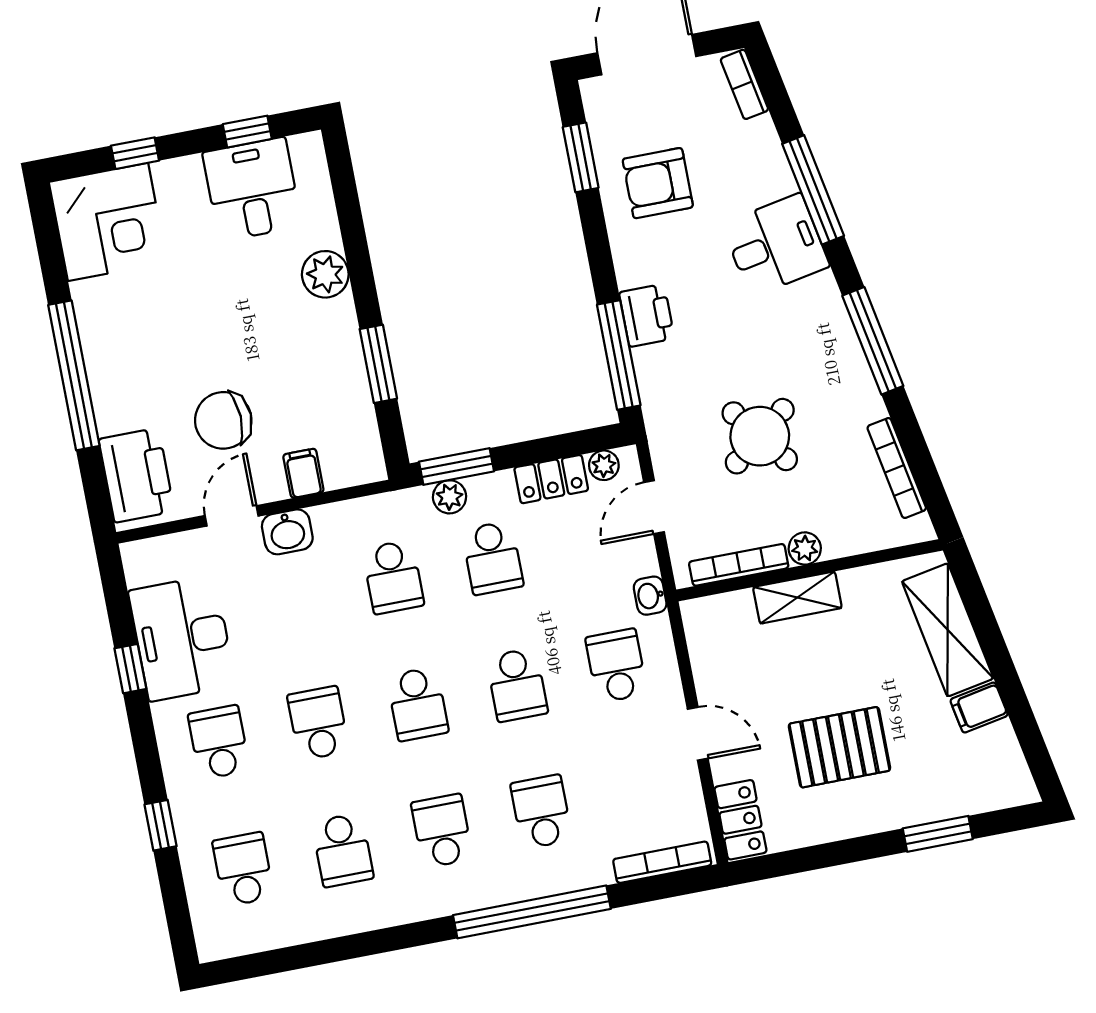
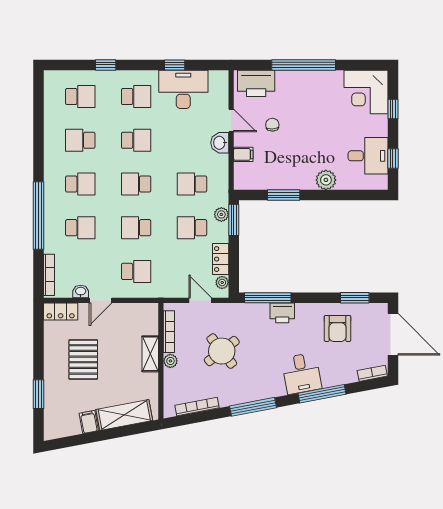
armchair: (658, 183) -> (337, 328), turned 180
chair: (223, 420) -> (272, 125), width x0.54, depth x0.54
washbasin: (650, 596) -> (81, 291), moved

